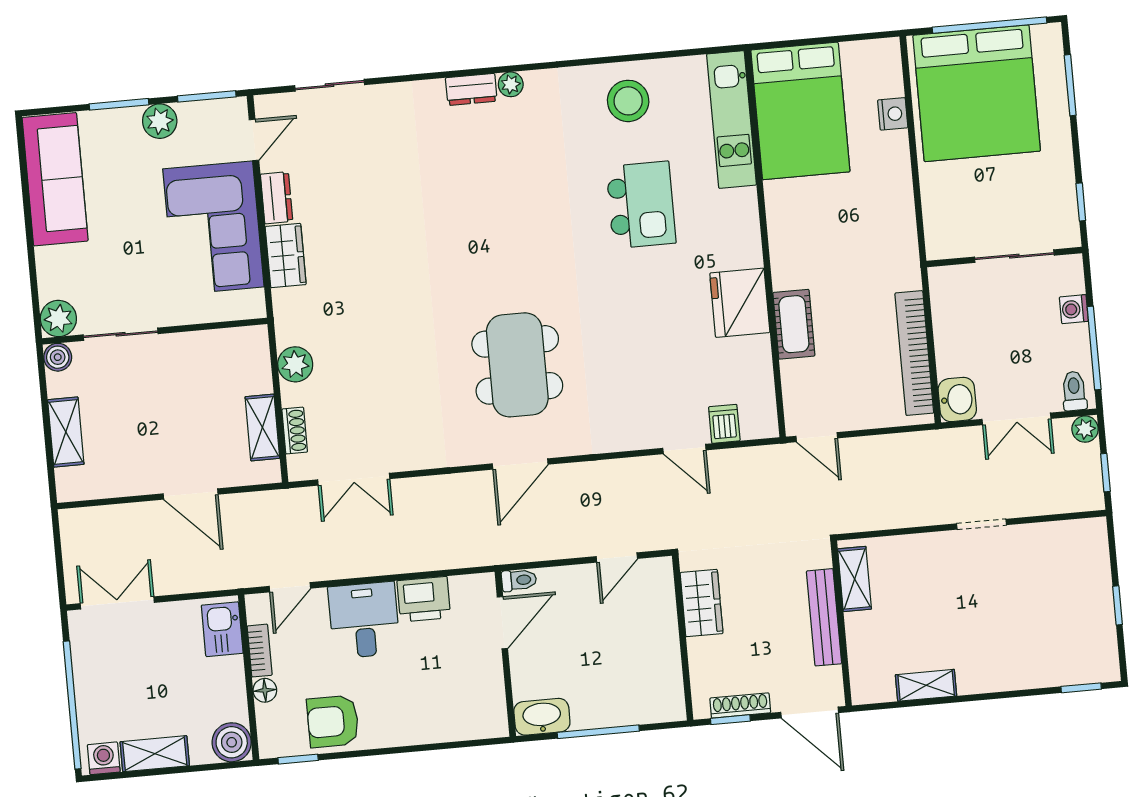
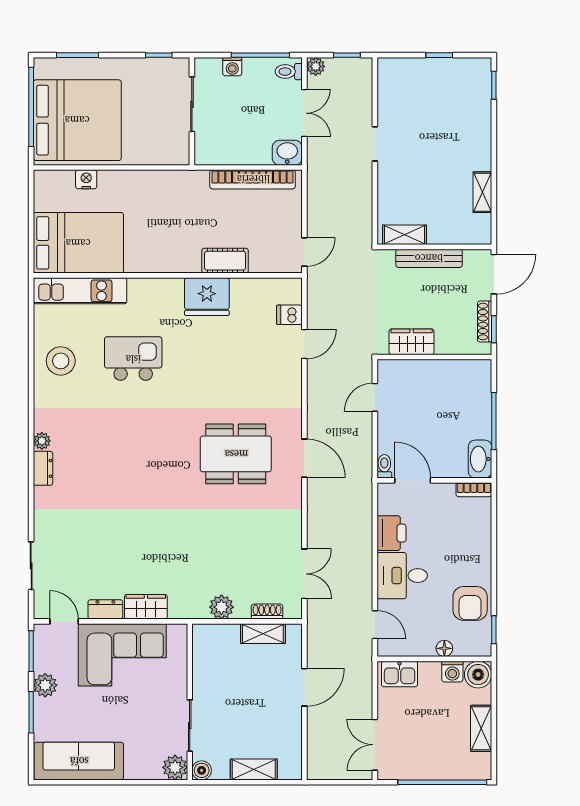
door: (617, 557) -> (375, 397), swing flipped
bookcase: (260, 651) -> (474, 490), moved, turned 180
washing machine: (104, 758) -> (452, 672), moved, turned -90

